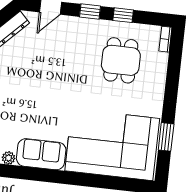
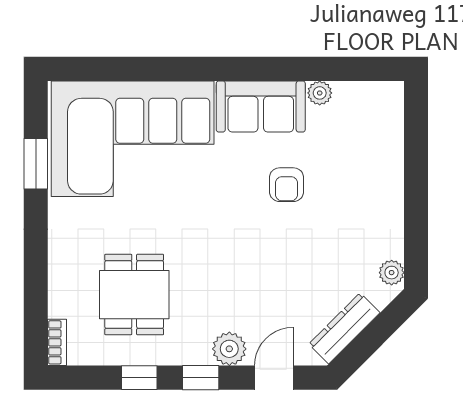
plant: (73, 25) -> (229, 349), added
armchair: (32, 110) -> (287, 185), added

